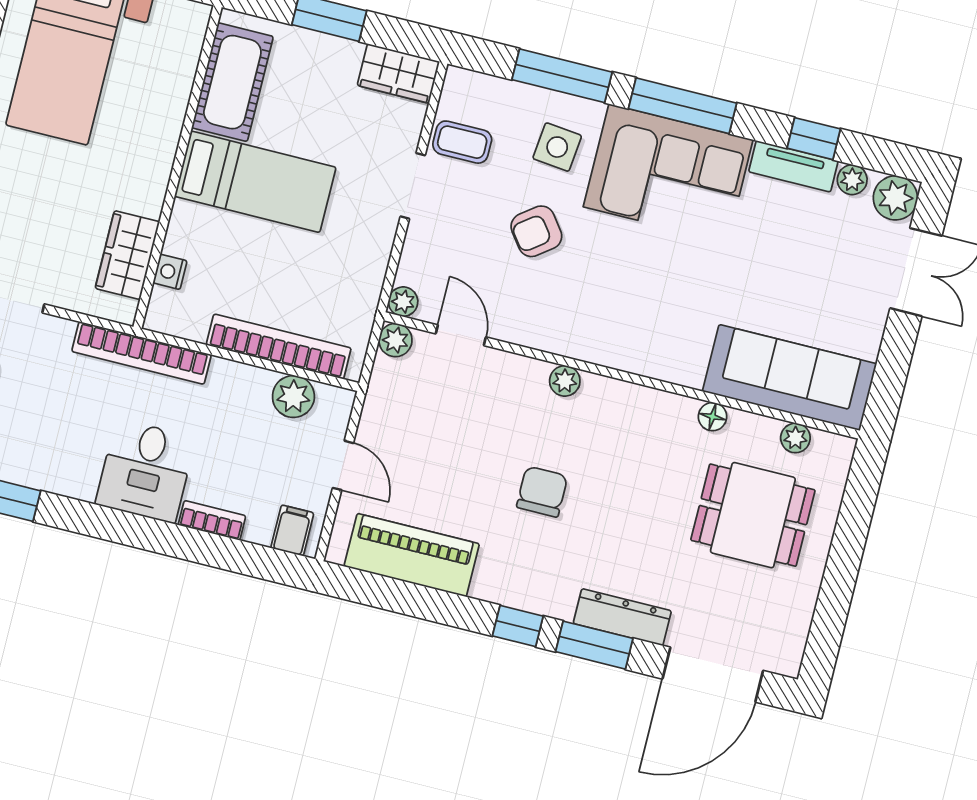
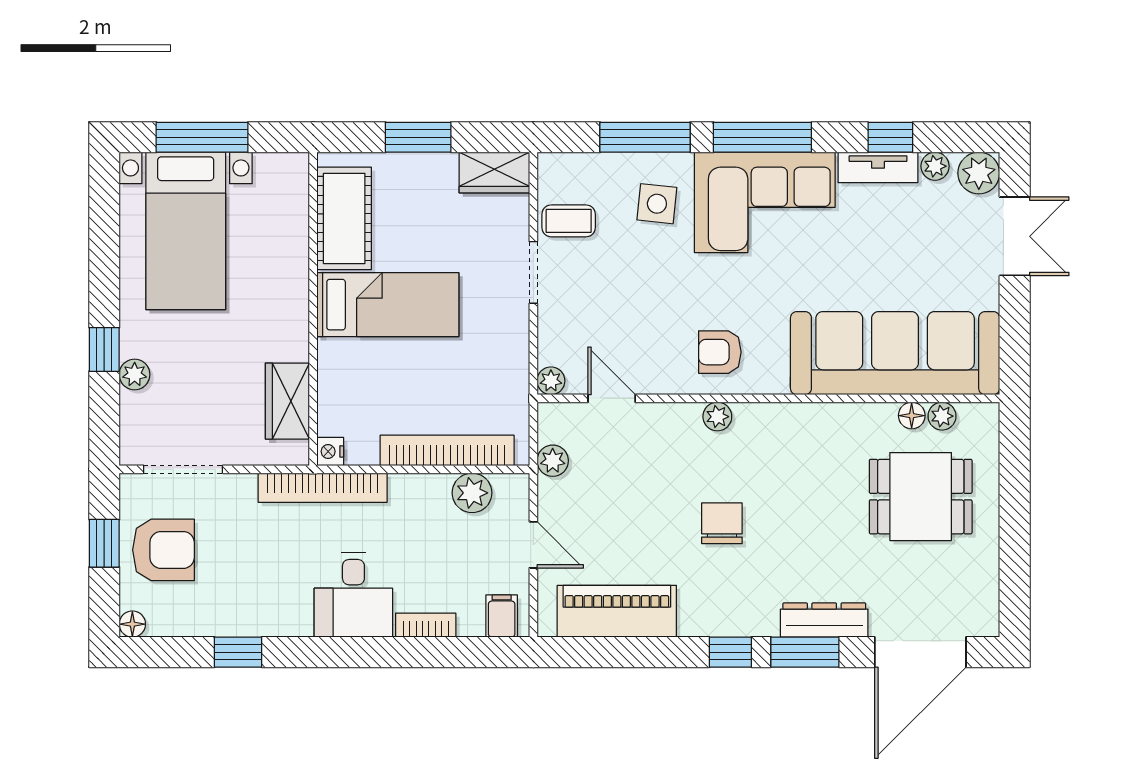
armchair: (536, 231) -> (720, 352), moved, turned 37
nightstand: (170, 272) -> (330, 451), moved
plant: (395, 340) -> (553, 461), moved
sofa: (789, 378) -> (895, 353), width x1.36, depth x1.27
floor lamp: (713, 417) -> (912, 416), moved

